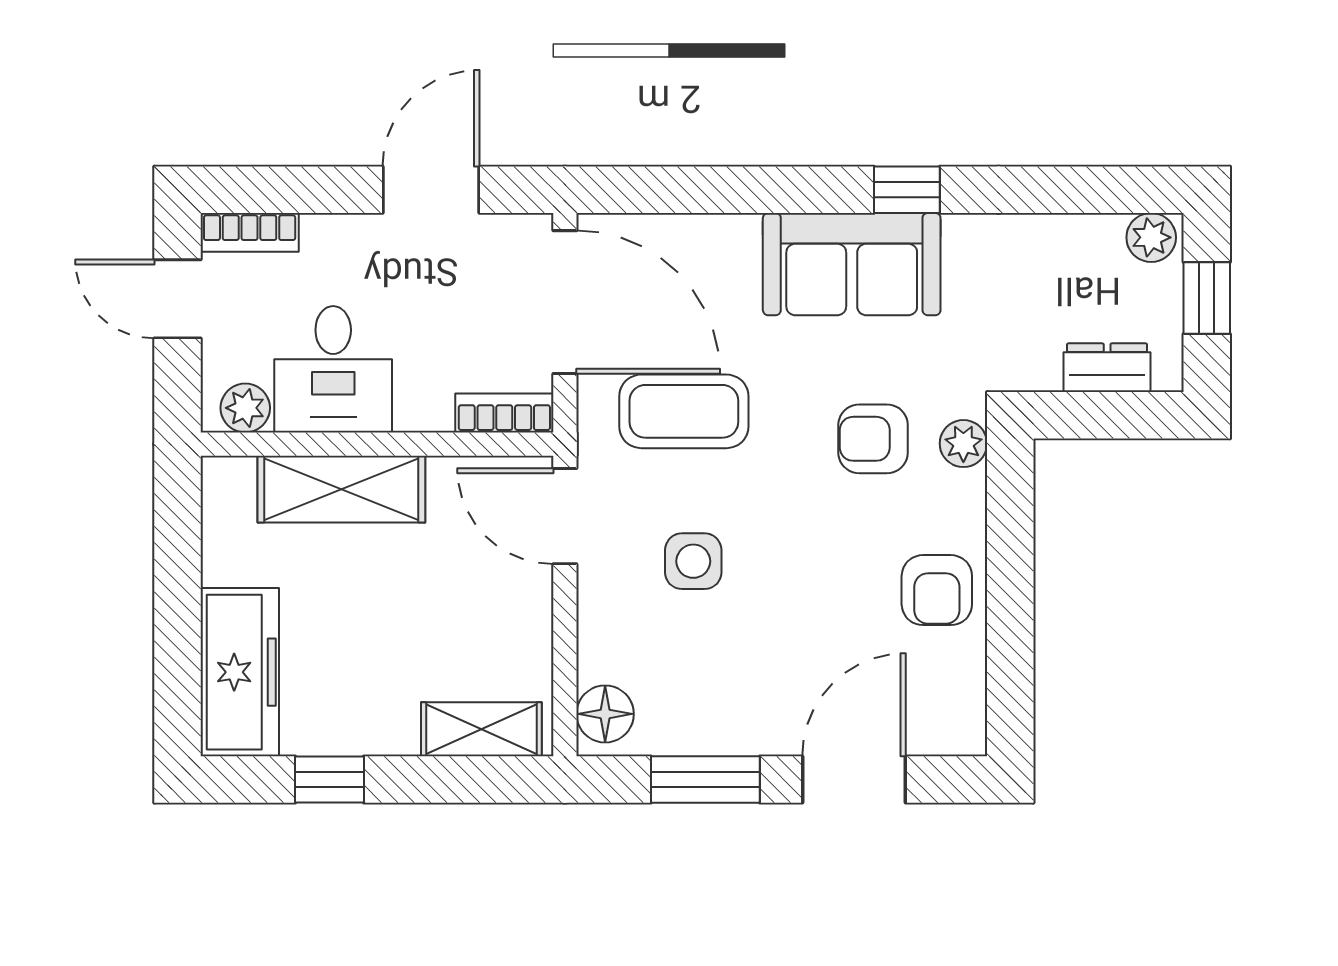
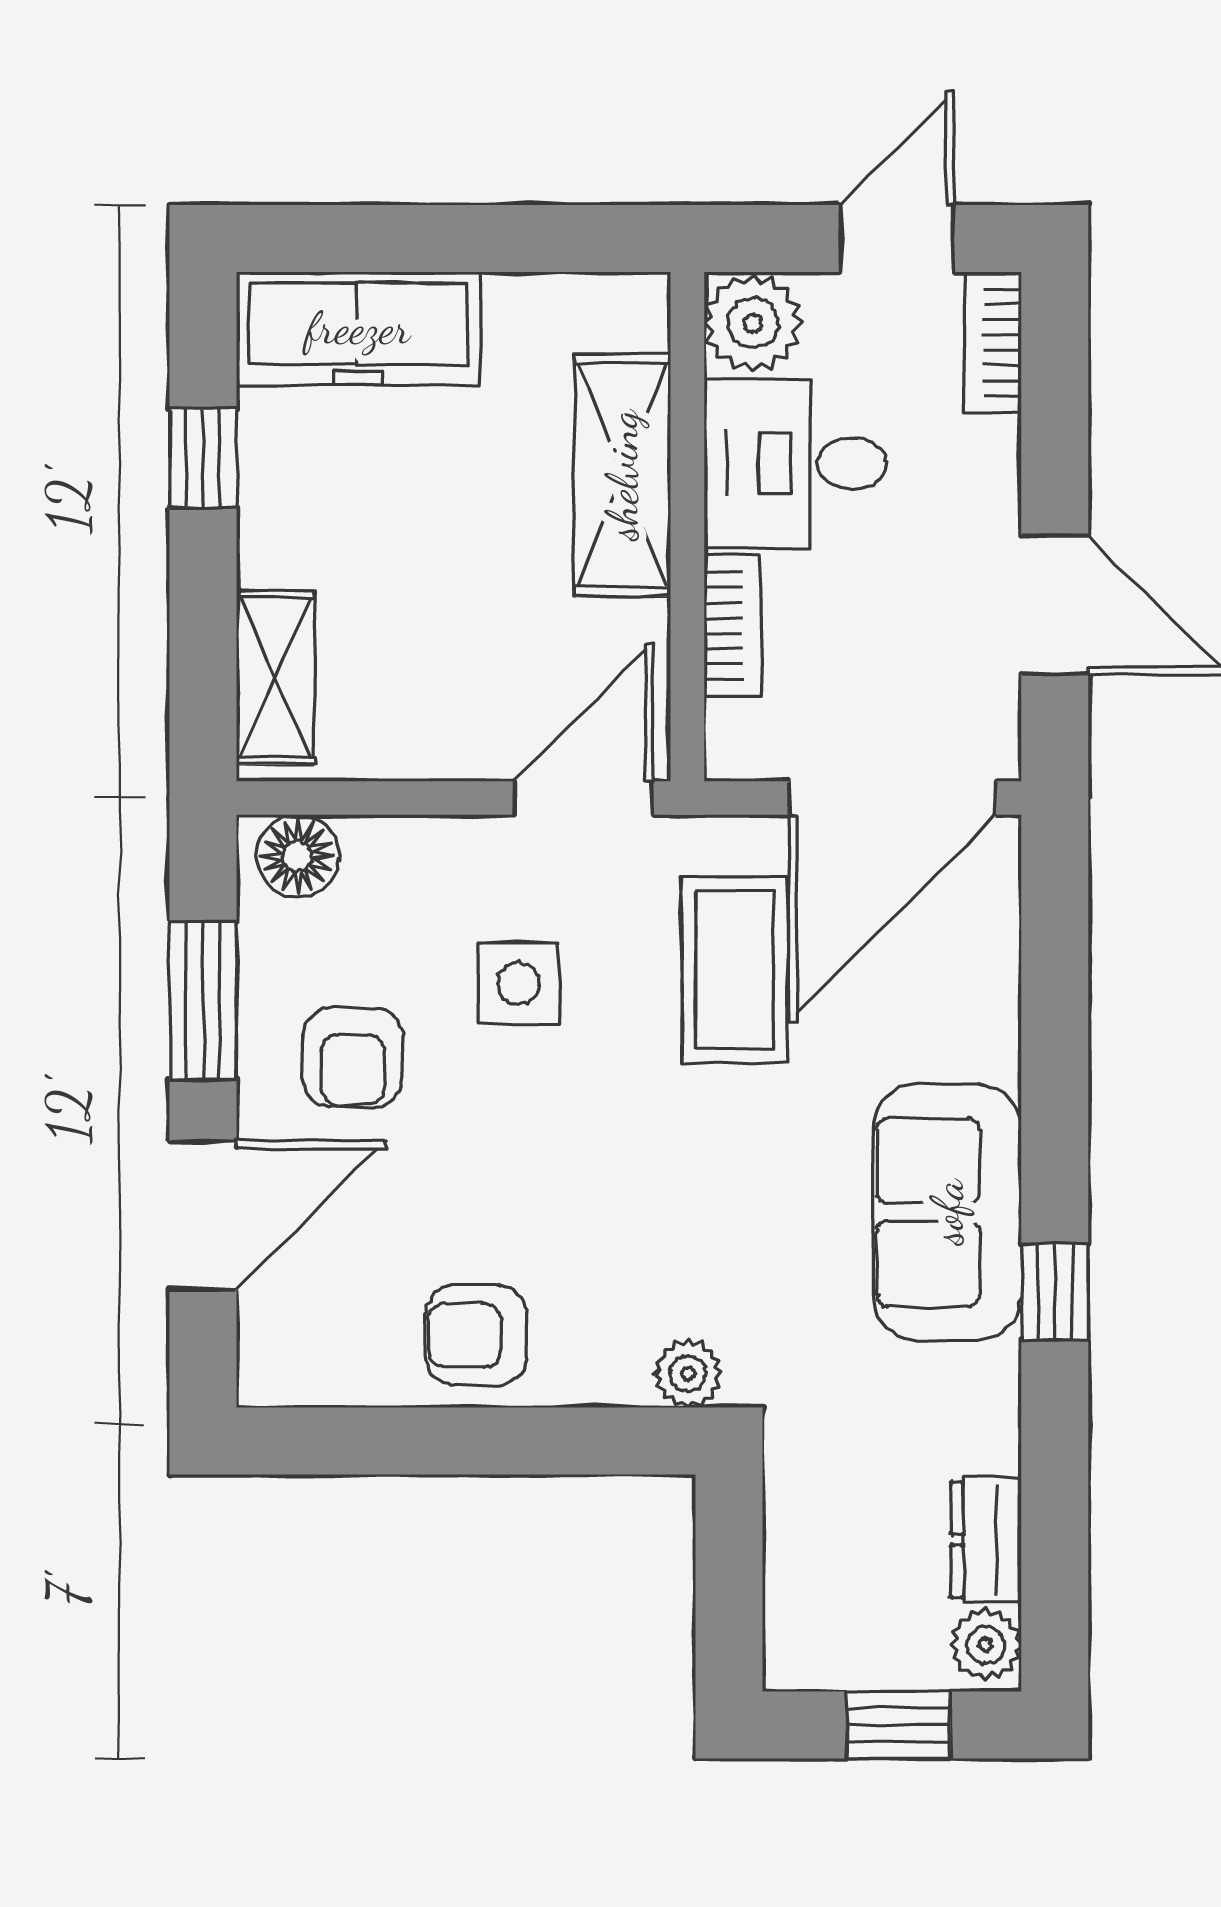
dresser: (1107, 368) -> (986, 1540), moved, turned 180
plant: (245, 408) -> (753, 323), width x1.38, depth x1.38
bookcase: (504, 413) -> (732, 625), moved
armchair: (873, 439) -> (353, 1057), moved, turned 180
door: (854, 780) -> (203, 1216), hinge flipped

